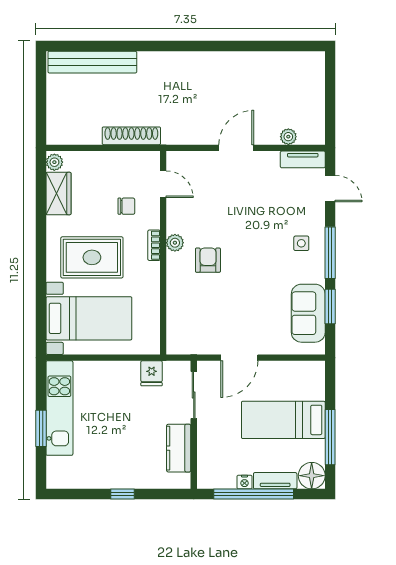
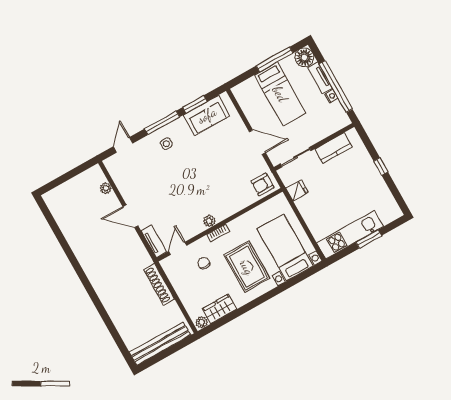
bench: (92, 62) -> (160, 344), moved, turned 90
tv unit: (303, 159) -> (154, 241), moved
armchair: (208, 260) -> (262, 185), moved

